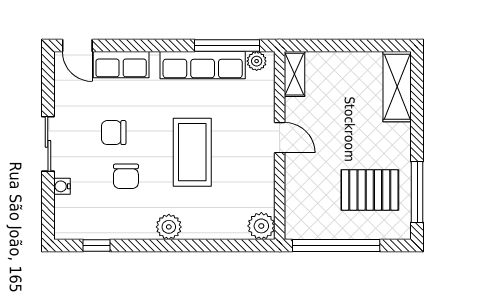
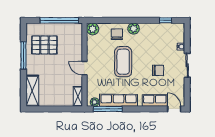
chair: (126, 176) -> (117, 34), moved
window: (417, 192) -> (23, 55), moved

